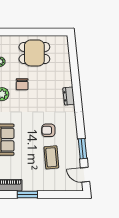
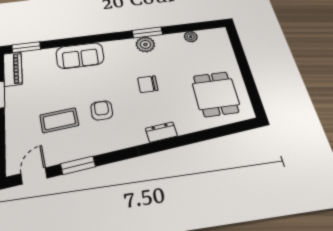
dining table: (34, 53) -> (216, 94), moved
chair: (22, 84) -> (148, 84), moved

